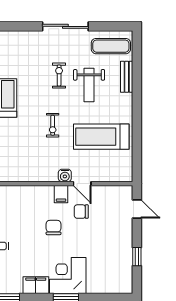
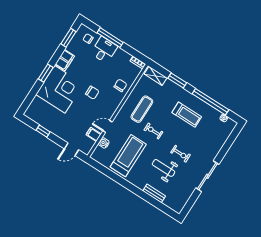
exercise mat: (111, 46) -> (142, 109), moved
water cooler: (65, 175) -> (104, 143), moved
filing cabinet: (61, 194) -> (94, 134), moved
chair: (81, 212) -> (120, 85), moved
corner desk: (68, 275) -> (60, 89), width x1.36, depth x1.36

